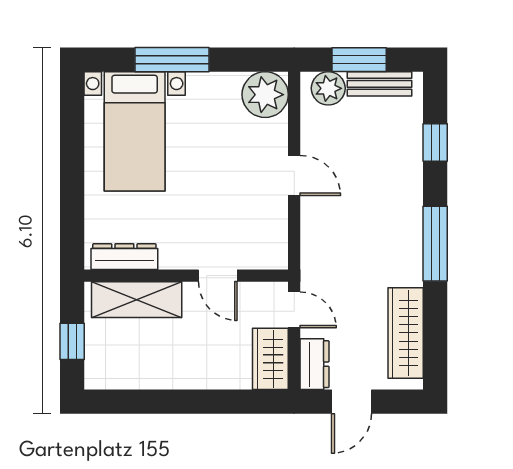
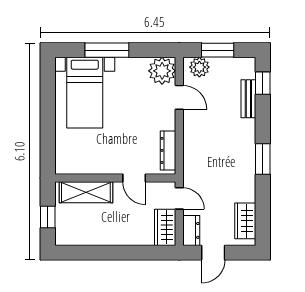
bench: (380, 84) -> (248, 99), moved, turned 90
window: (435, 143) -> (263, 83), moved
door: (294, 175) -> (179, 97), moved
window: (435, 244) -> (263, 159), width x0.69
dresser: (124, 257) -> (168, 150), moved, turned -90
wardrobe: (406, 333) -> (245, 221), width x0.67

